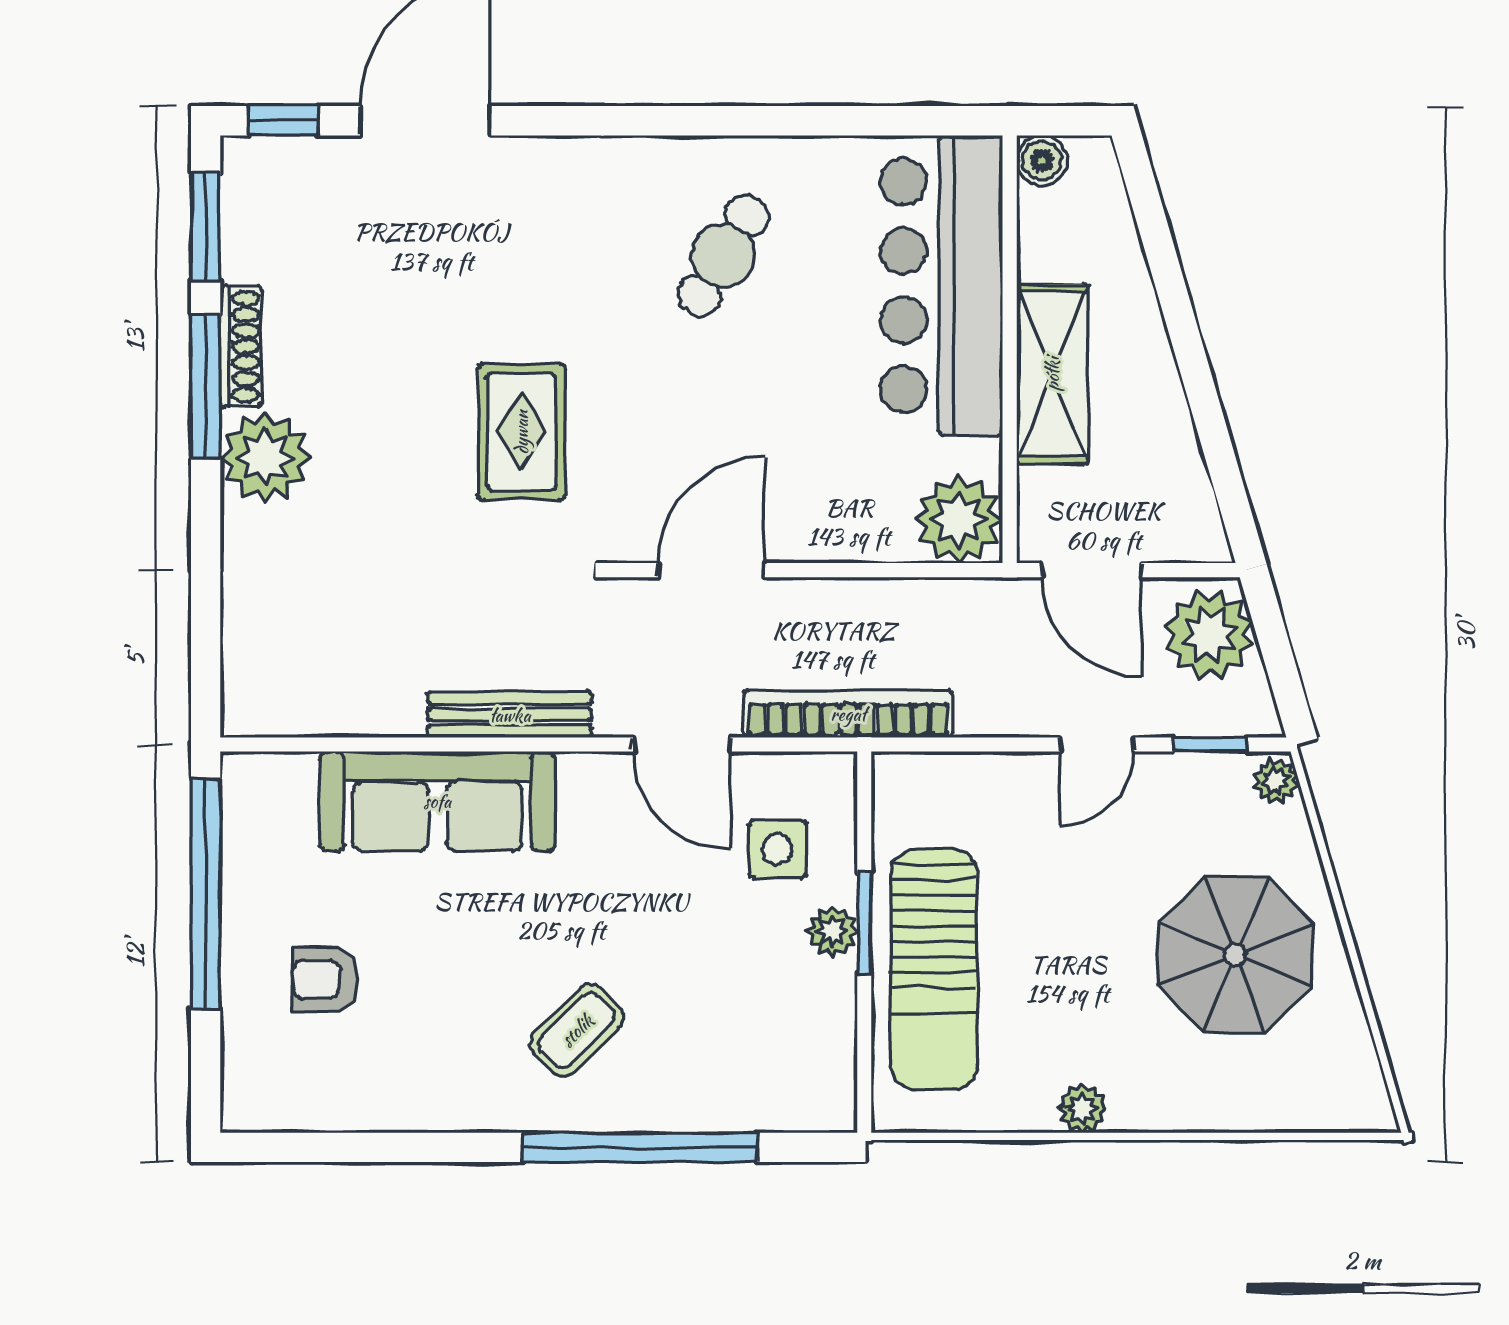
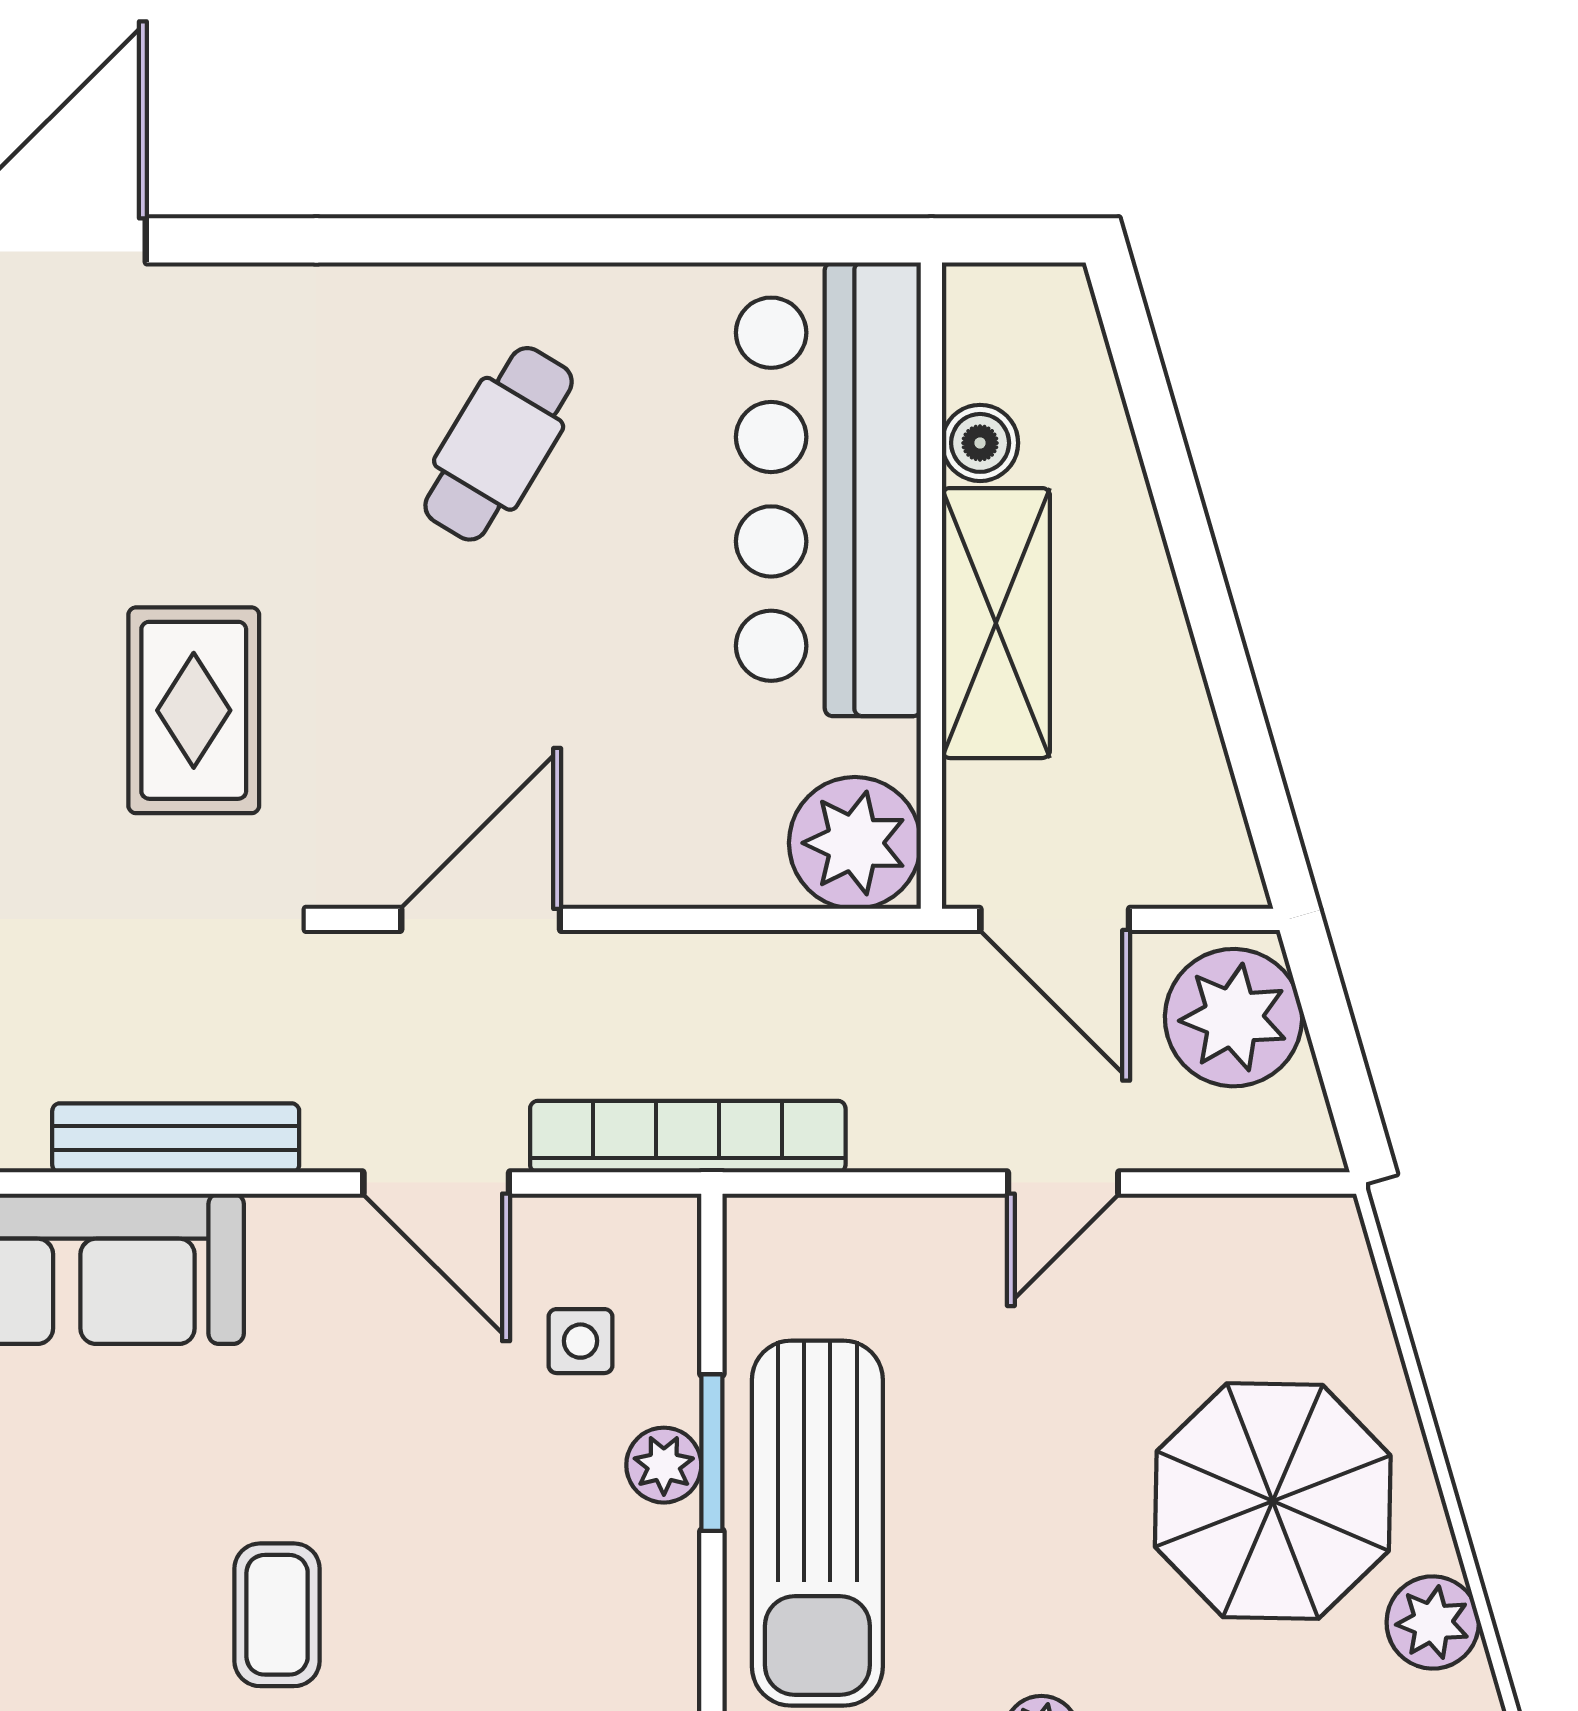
boiler: (1042, 161) -> (980, 443), moved
window: (1210, 744) -> (1234, 1183), removed
plant: (1276, 781) -> (1433, 1623), moved, width x1.38, depth x1.38
side table: (777, 849) -> (580, 1341), width x0.73, depth x0.73
coffee table: (577, 1030) -> (277, 1615), turned -46

